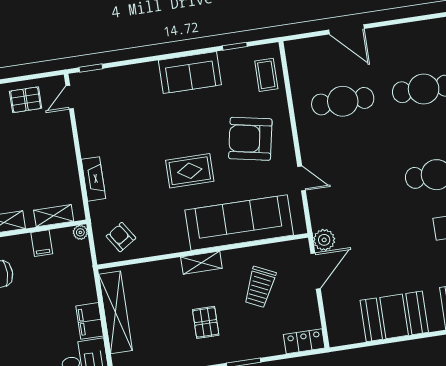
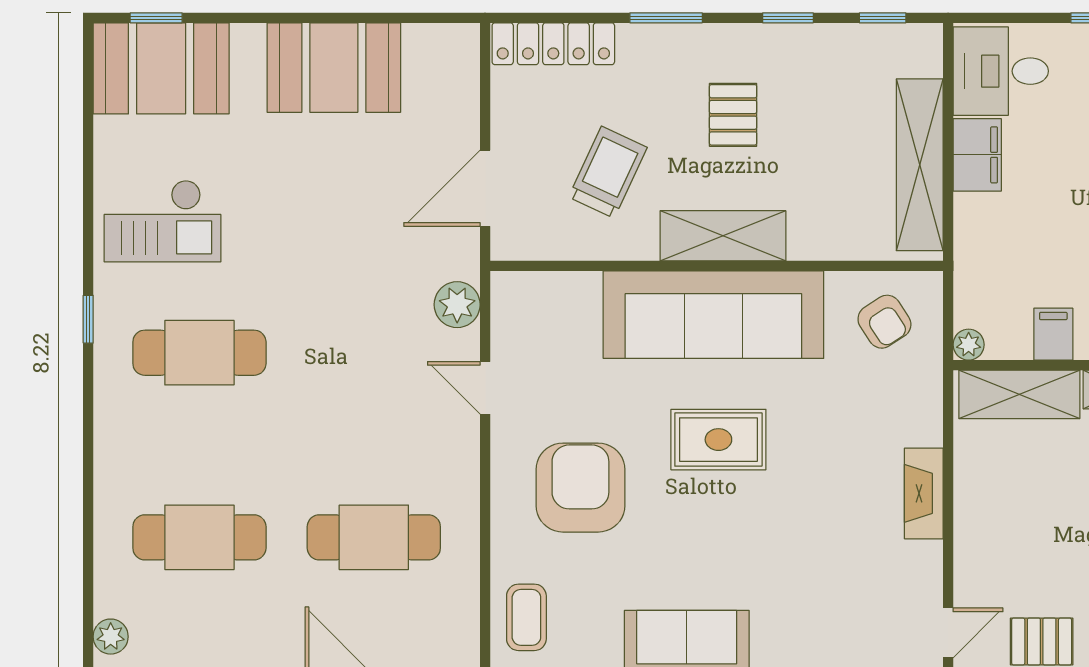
armchair: (250, 139) -> (580, 488), turned -101
fireplace: (93, 179) -> (924, 493), moved
shelving: (54, 216) -> (1019, 394), width x1.50, depth x1.33
sofa: (239, 223) -> (713, 315), moved
plant: (324, 240) -> (457, 305), moved
shelving: (201, 263) -> (723, 236), width x1.50, depth x1.33
locker: (304, 341) -> (553, 44), width x1.53

